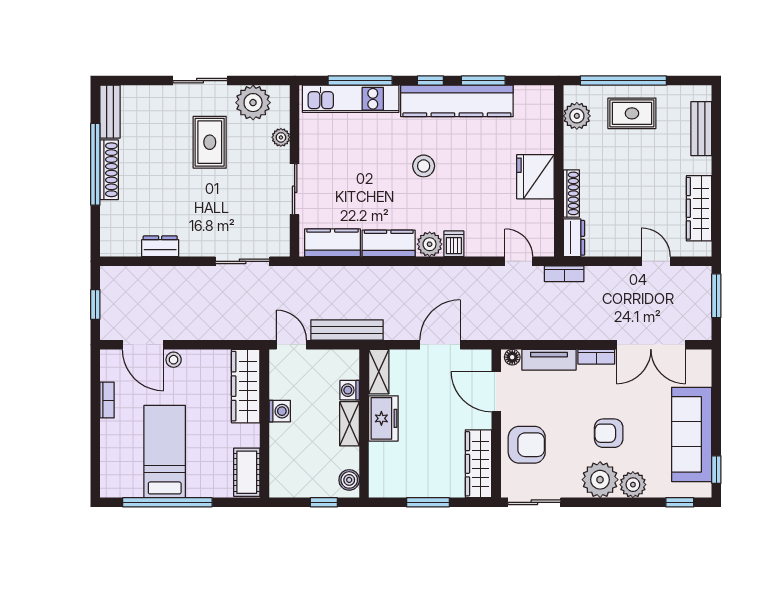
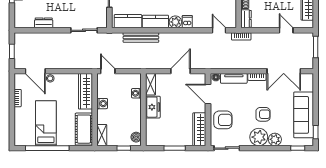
bench: (347, 330) -> (141, 37), moved
shelving: (350, 424) -> (102, 135), moved
armchair: (609, 433) -> (263, 114), turned 180
cot: (247, 472) -> (84, 129), width x1.37, depth x1.34

